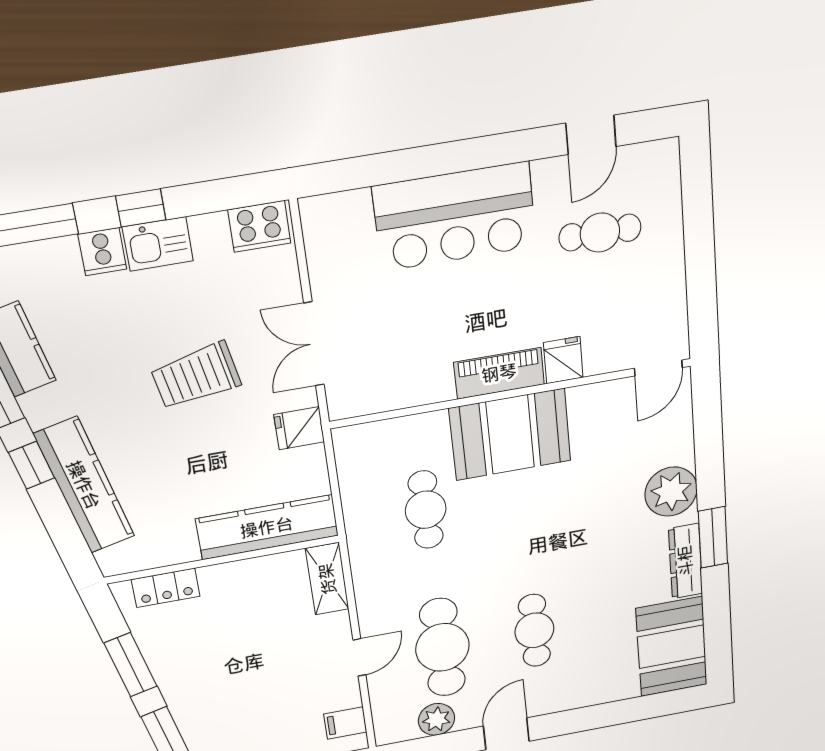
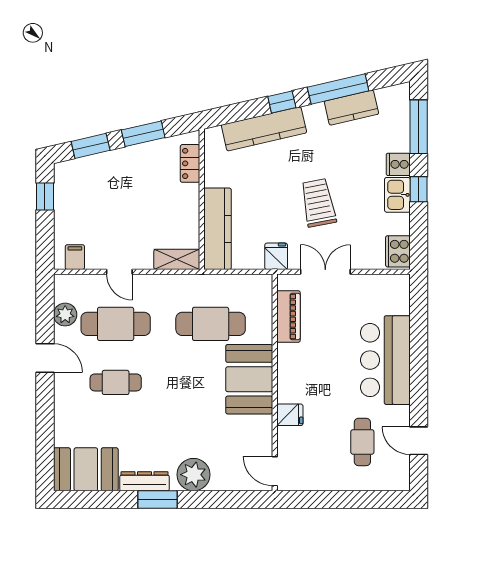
piano: (499, 373) -> (289, 316), moved
cafe table: (426, 510) -> (211, 324), width x1.37, depth x1.35

